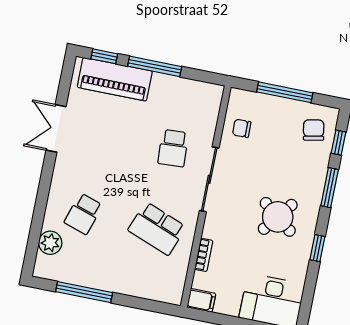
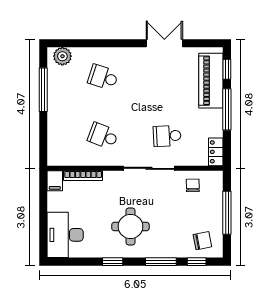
locker: (205, 91) -> (216, 152), added
round table: (278, 217) -> (130, 227), turned -38
school desk: (157, 229) -> (103, 136), width x0.54
plant: (50, 243) -> (62, 56), moved
bookcase: (204, 255) -> (83, 176), width x1.56

